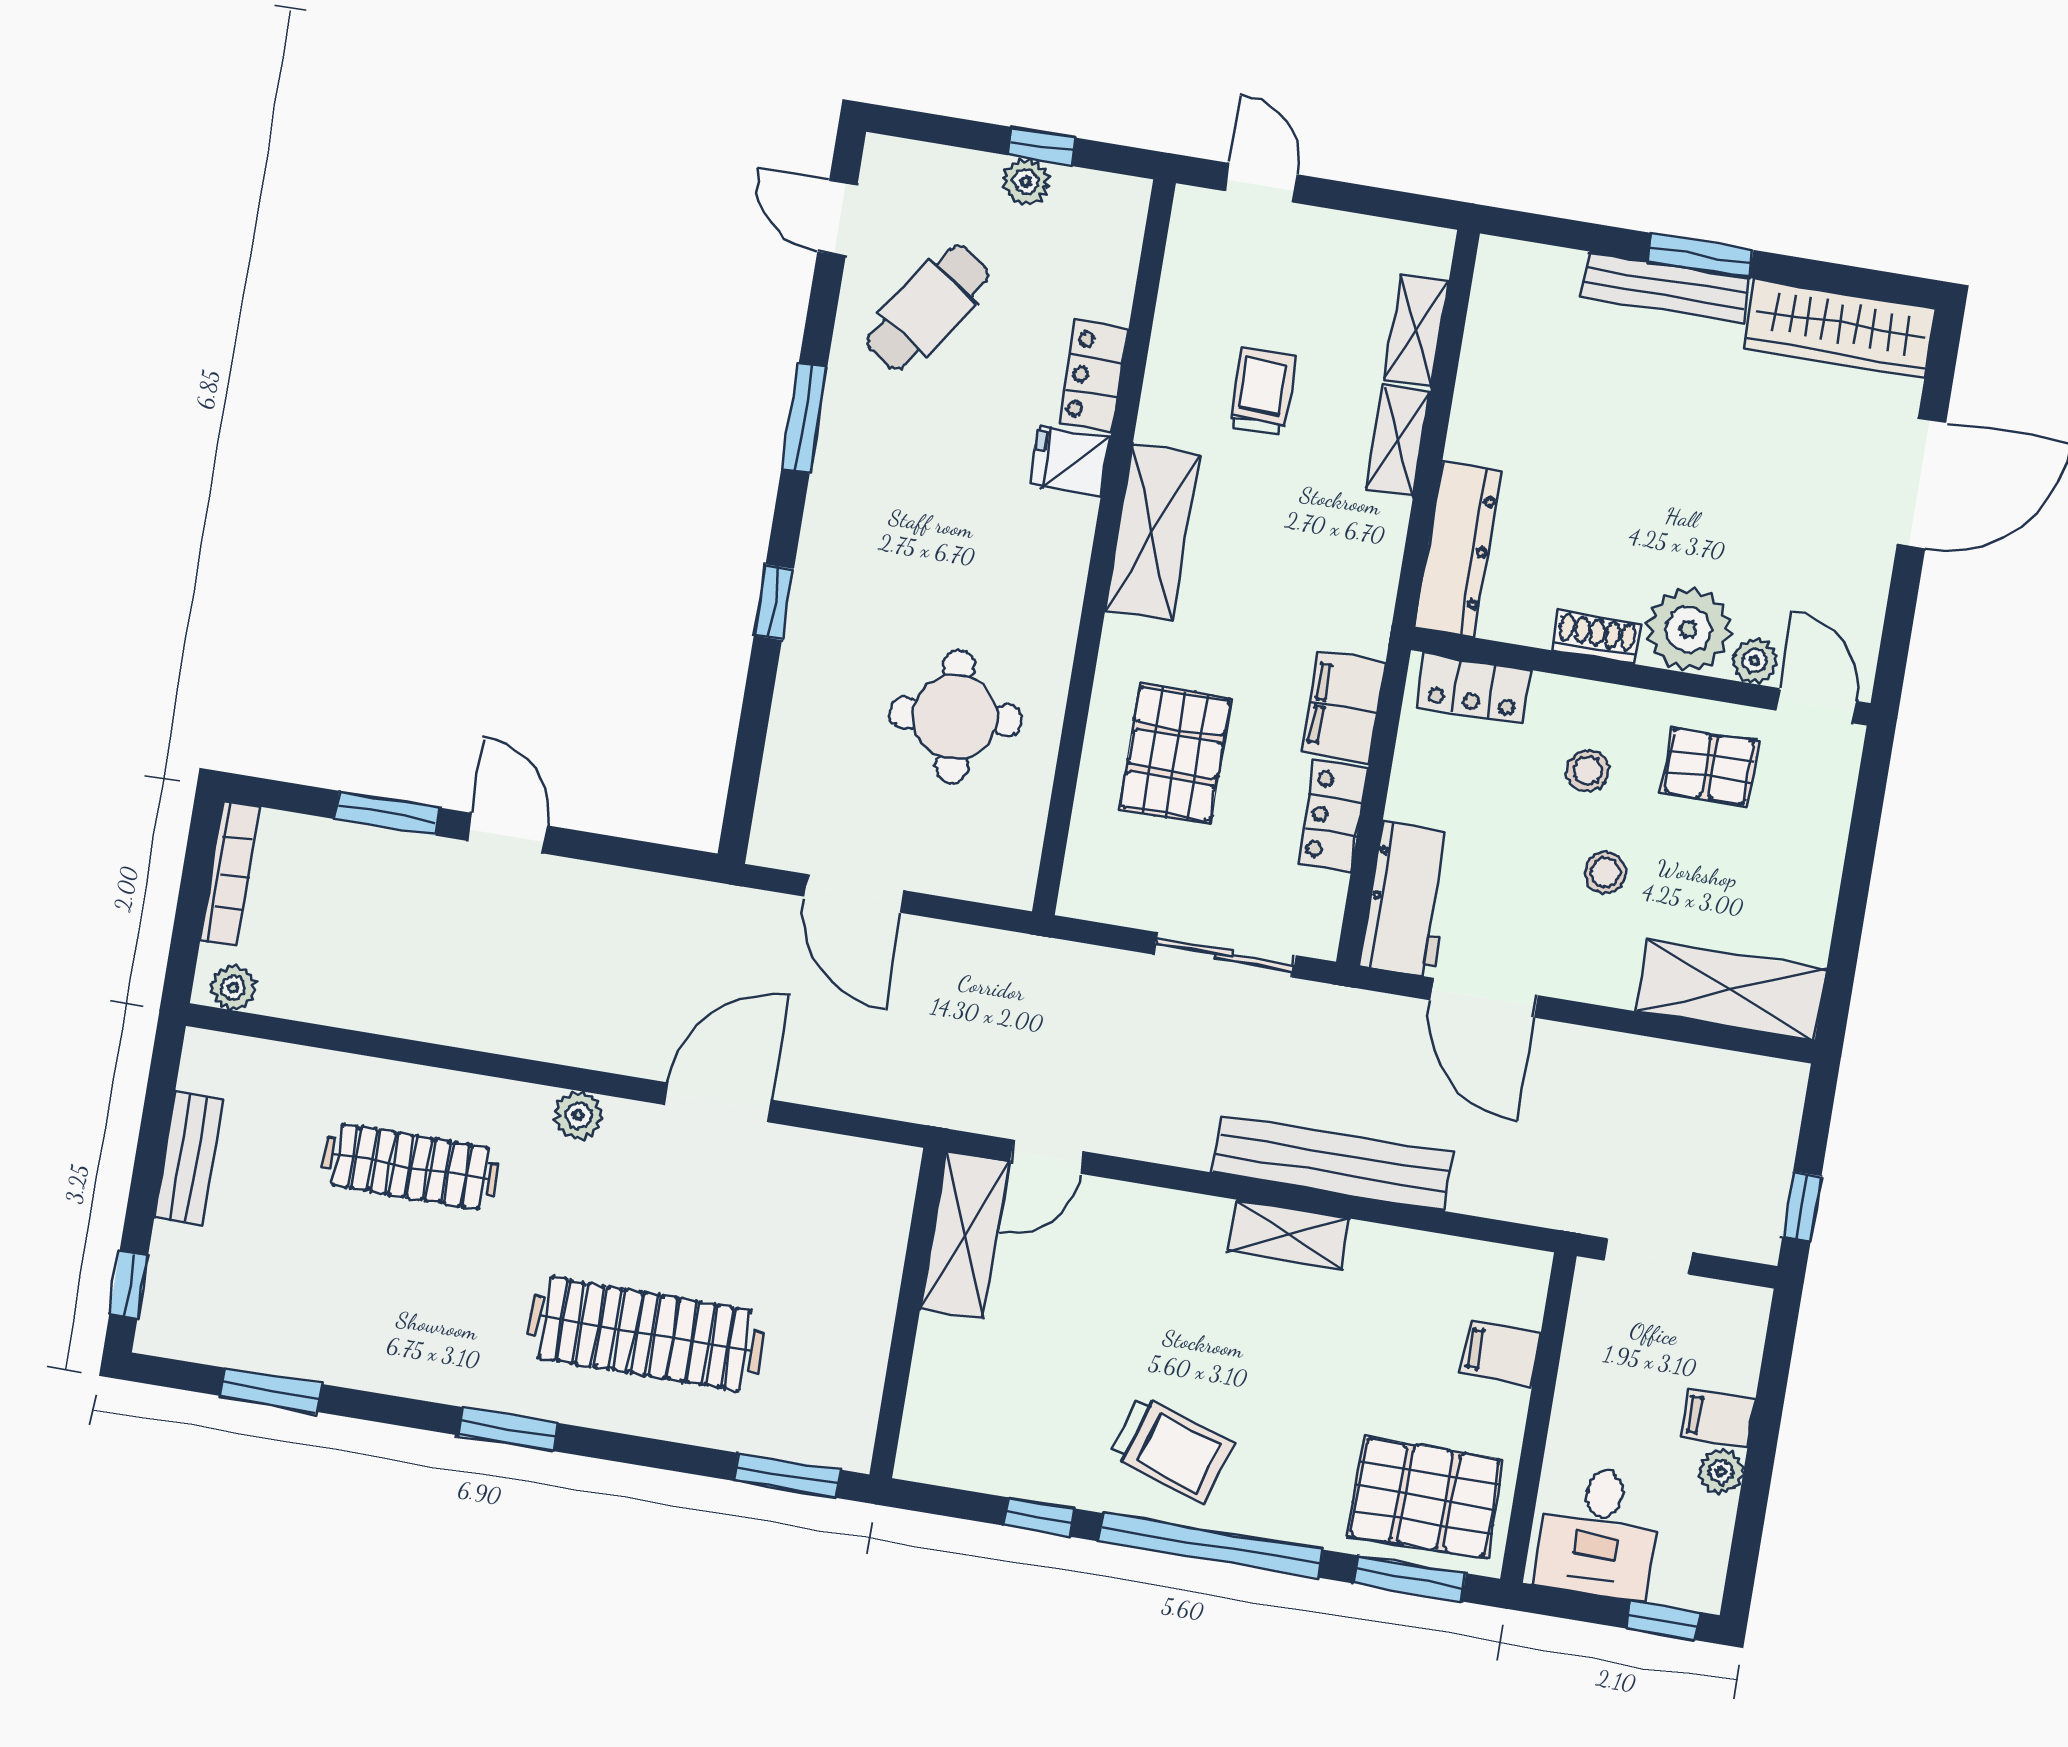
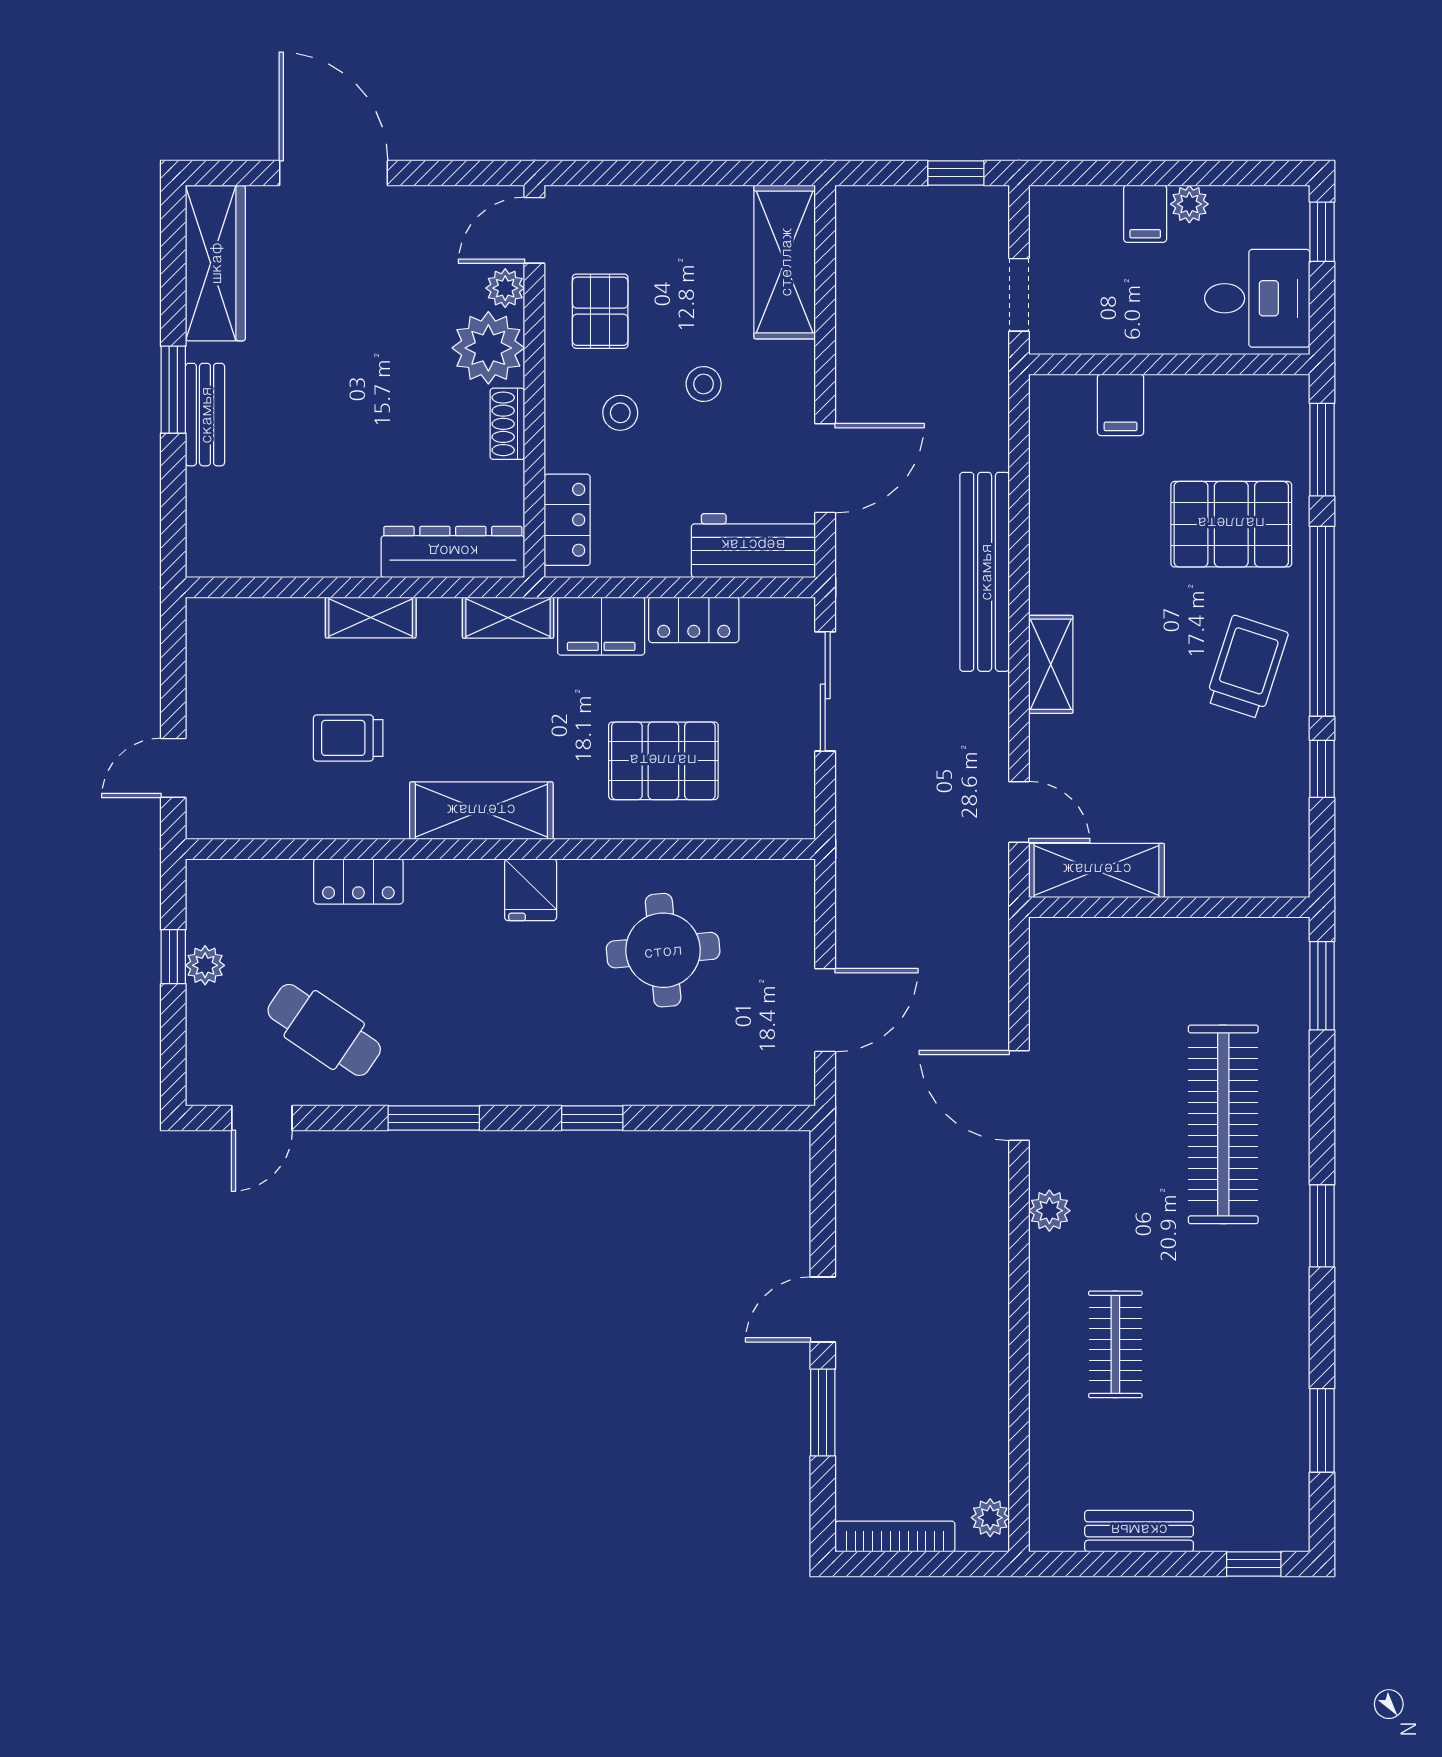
bench: (1666, 288) -> (205, 415), width x0.73
shelving: (1416, 331) -> (508, 618), moved
fridge: (1070, 461) -> (531, 890), moved
clothes rail: (410, 1166) -> (1115, 1344), width x0.73
shelving: (1289, 1235) -> (1051, 664), moved
pallet: (1426, 1498) -> (1231, 524), moved, turned 90

